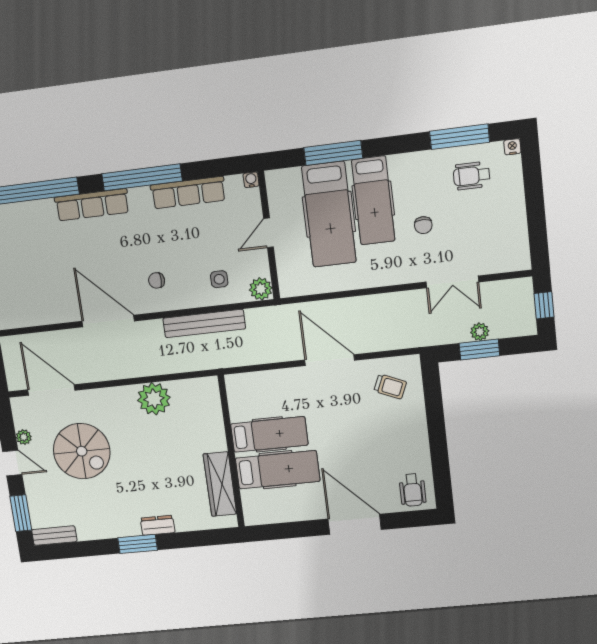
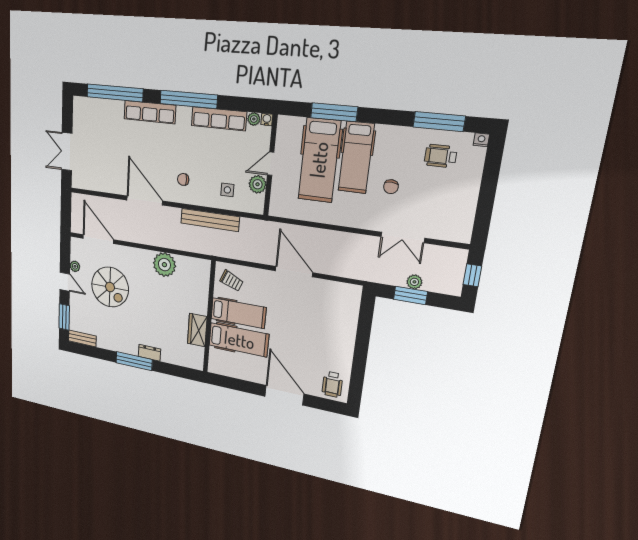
plant: (234, 183) -> (254, 119), added
plant: (261, 289) -> (258, 184), moved
trolley: (390, 386) -> (231, 281), moved
wardrobe: (220, 484) -> (197, 330), width x0.67
window: (138, 544) -> (134, 361), width x1.44

